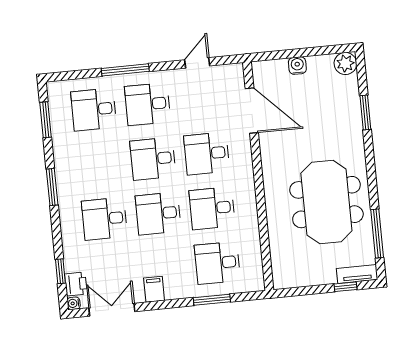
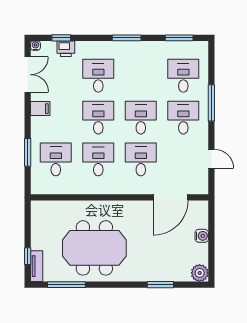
printer: (76, 284) -> (66, 49), moved

